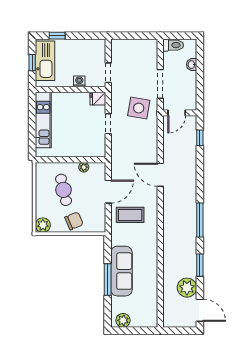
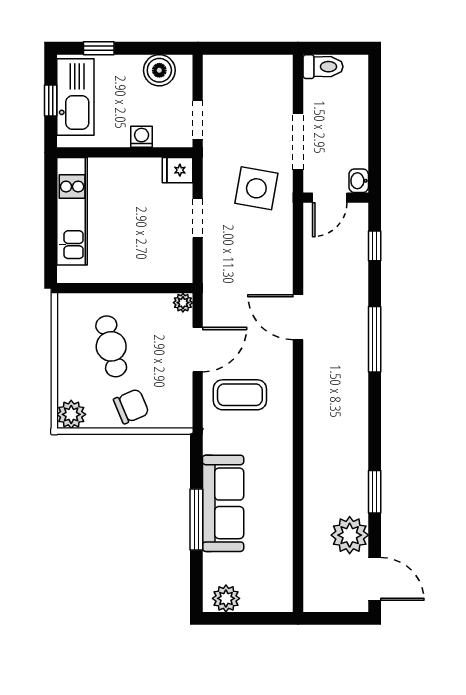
boiler: (88, 47) -> (159, 70), added
washbasin: (192, 65) -> (359, 181), moved
plant: (84, 167) -> (183, 303), moved
window: (200, 220) -> (375, 339), moved

